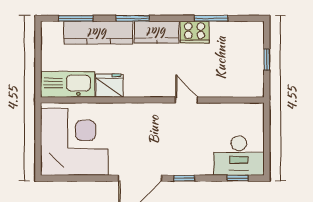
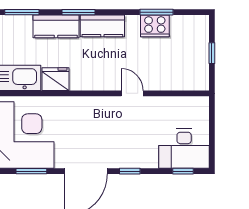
cooker: (195, 32) -> (155, 26), moved
kitchen counter: (98, 33) -> (56, 26), width x0.67
window: (85, 178) -> (31, 171), added

